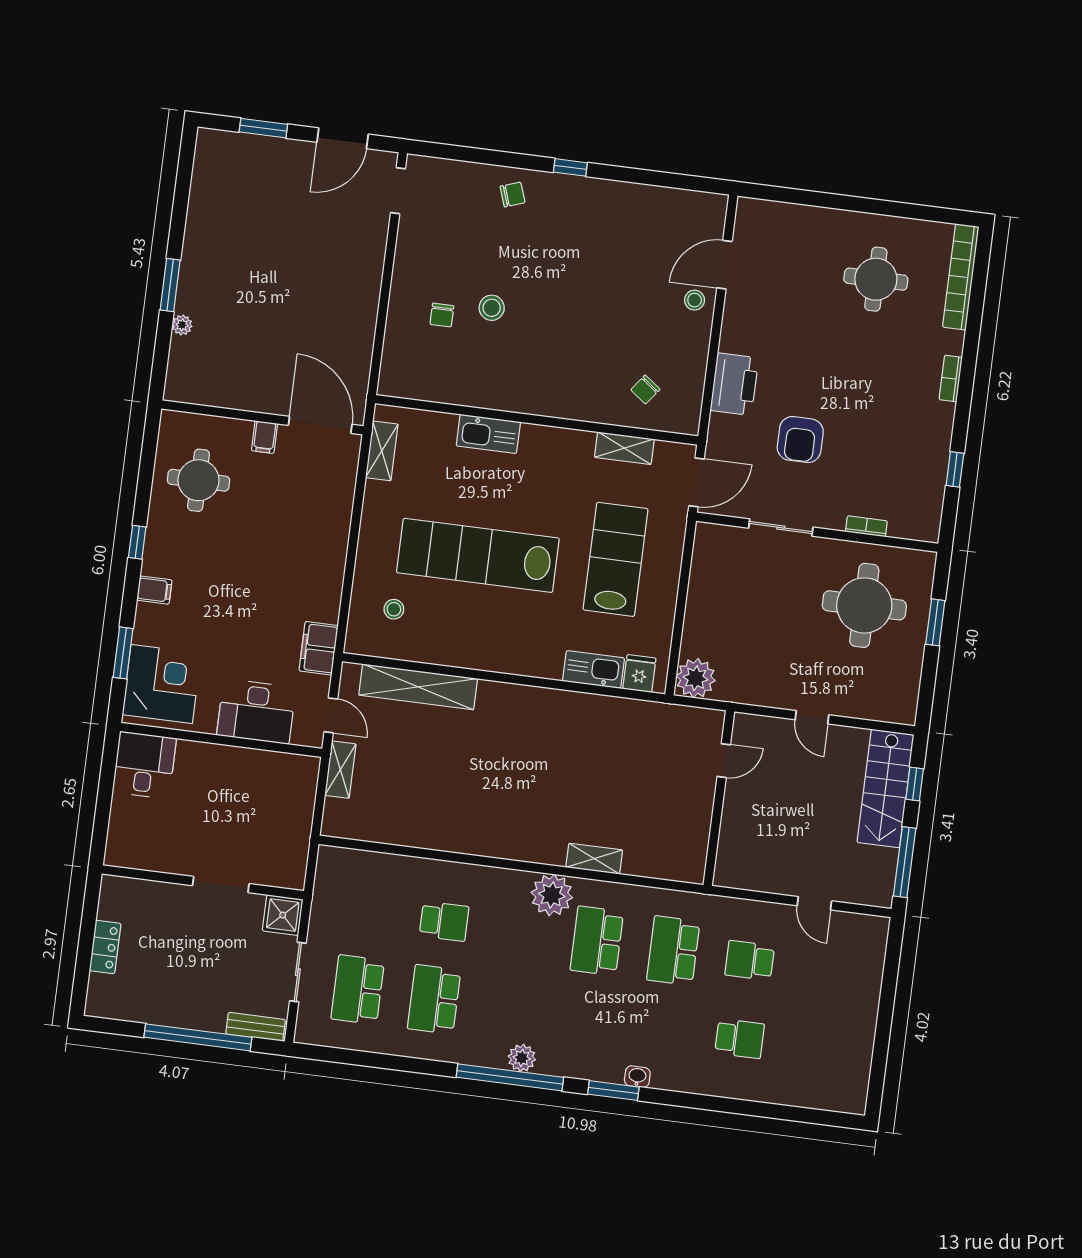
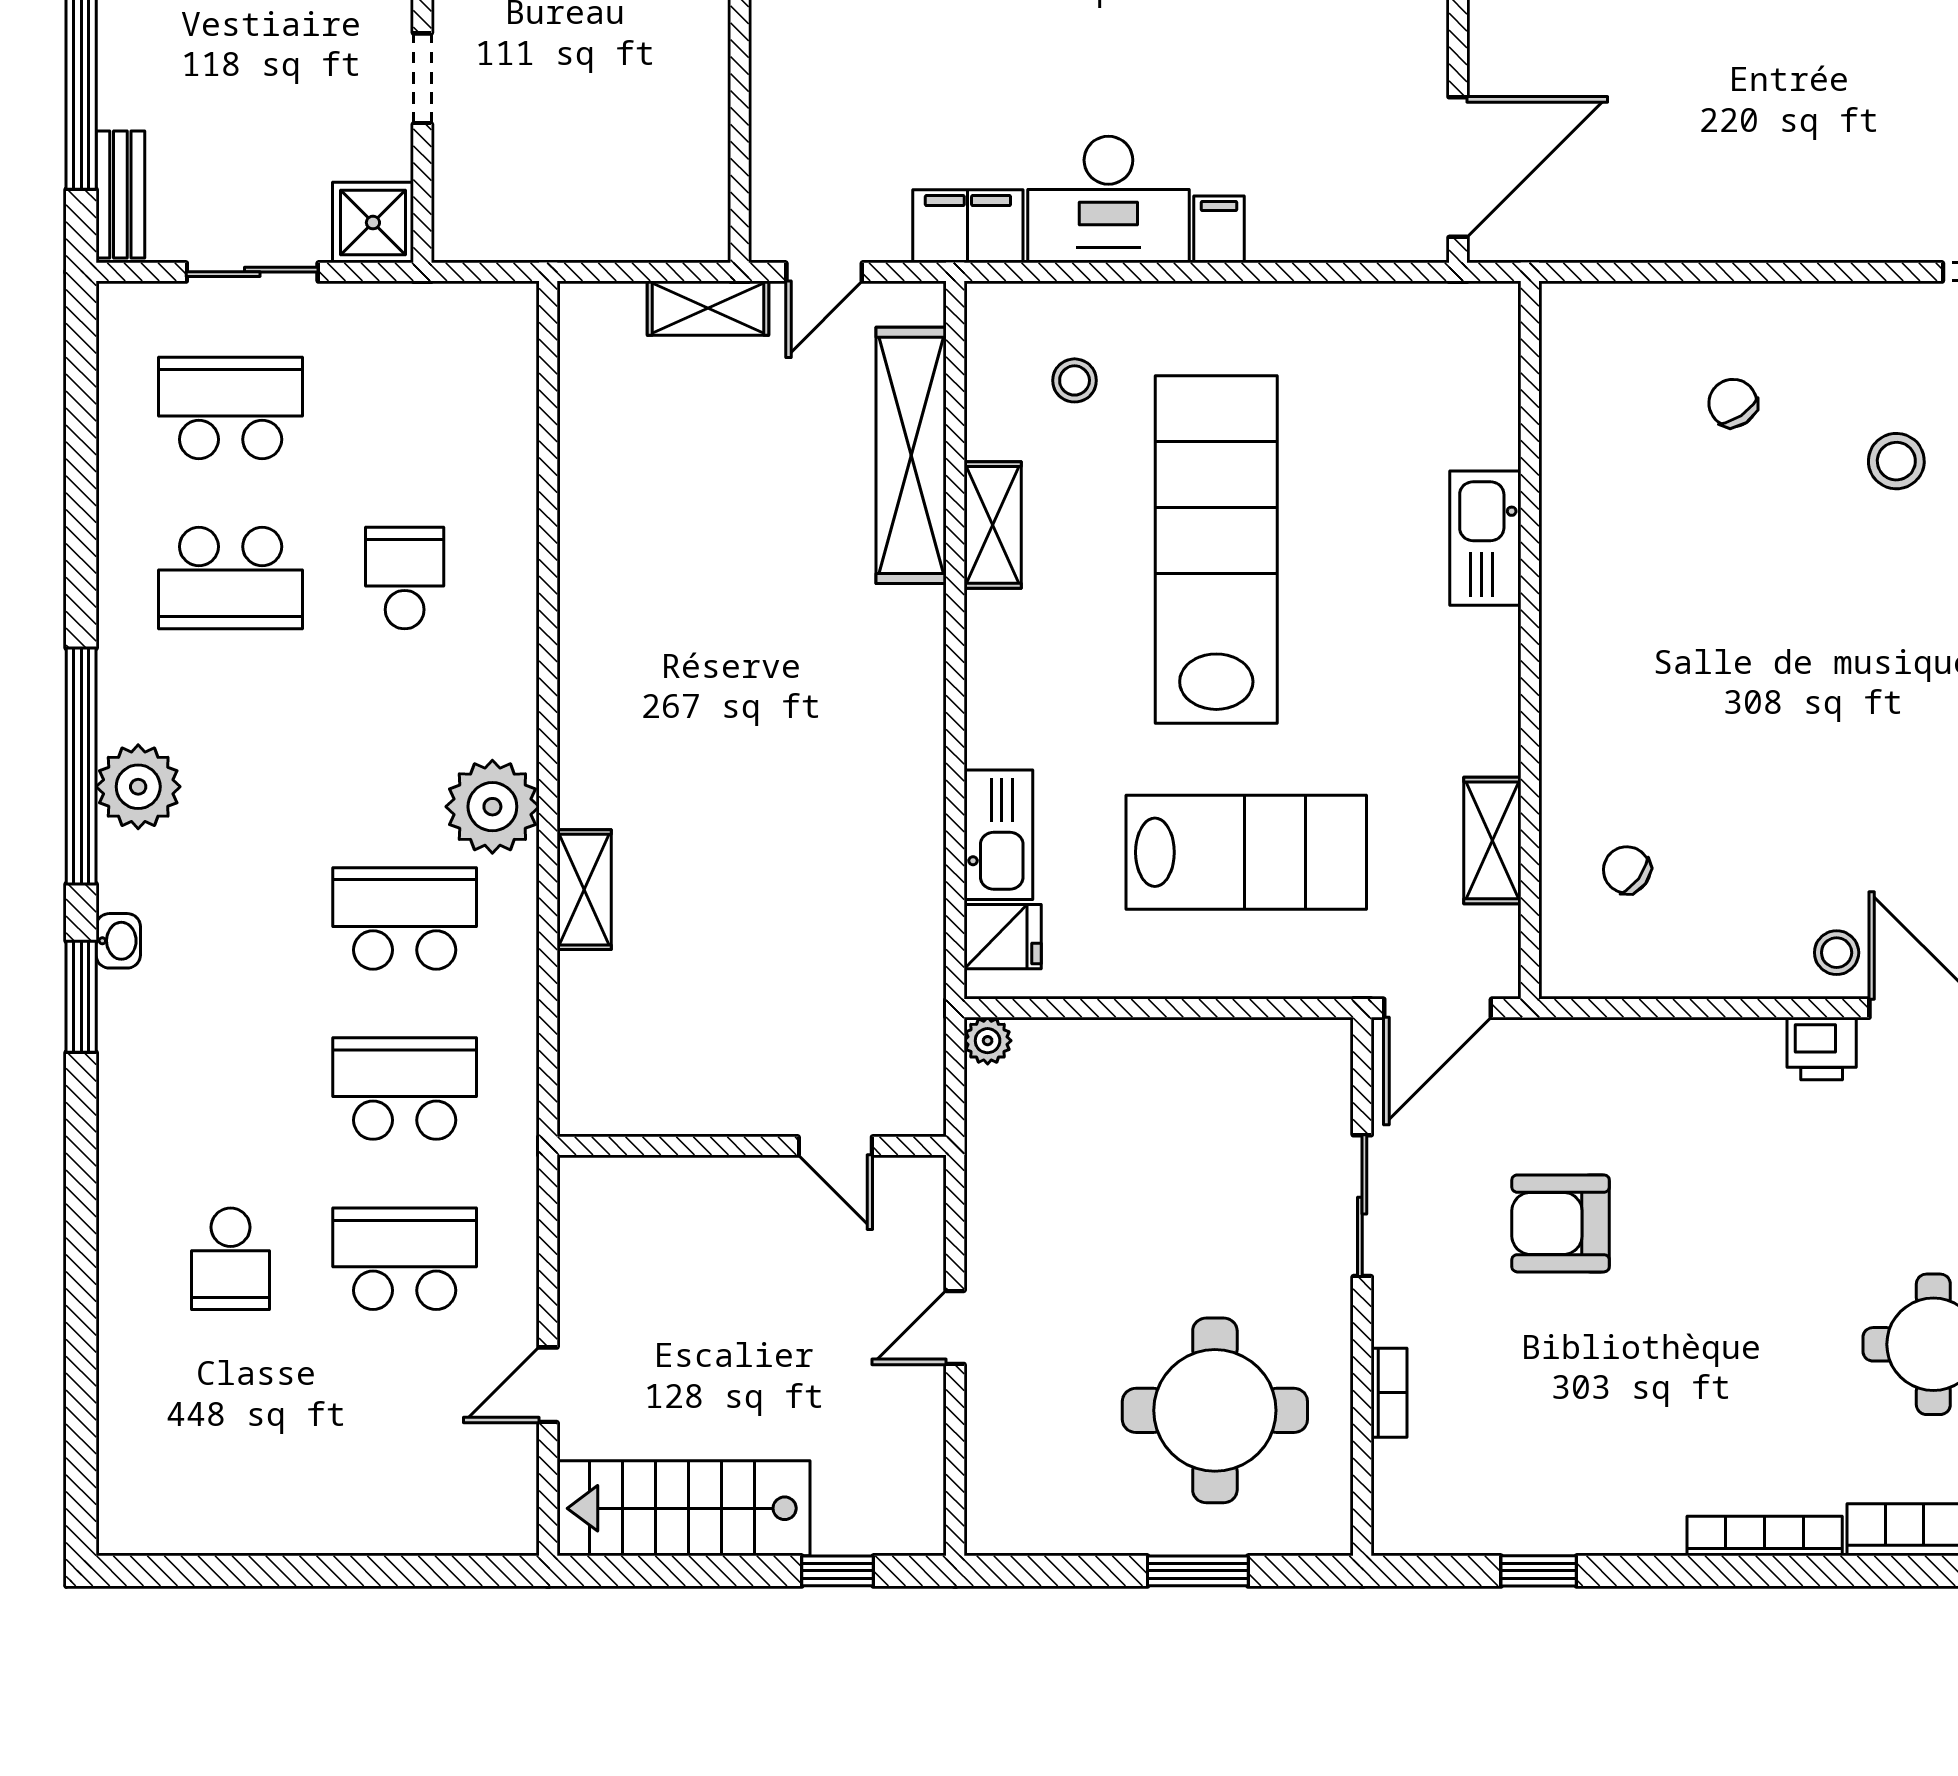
stool: (492, 308) -> (1896, 461), moved
chair: (442, 315) -> (1733, 403), turned 56
bookcase: (951, 378) -> (1765, 1536), width x1.56
printer: (734, 384) -> (1822, 1048), moved, width x0.53, depth x0.68
filing cabinet: (265, 437) -> (1219, 229), moved, turned 90
shelving: (382, 451) -> (993, 525), moved, turned 90
door: (697, 482) -> (1438, 1008), hinge flipped
plant: (696, 678) -> (988, 1041), width x0.53, depth x0.53
desk: (256, 711) -> (1108, 200), moved, turned -90
stairs: (885, 788) -> (683, 1508), moved
window: (905, 862) -> (663, 1571), removed
doorway: (221, 885) -> (422, 78), width x0.73
school desk: (444, 921) -> (405, 578), turned 180
school desk: (750, 960) -> (405, 1259), width x1.85
school desk: (434, 999) -> (231, 578), turned 180
plant: (522, 1058) -> (138, 787), width x1.36, depth x1.36
washbasin: (637, 1077) -> (118, 941), moved

